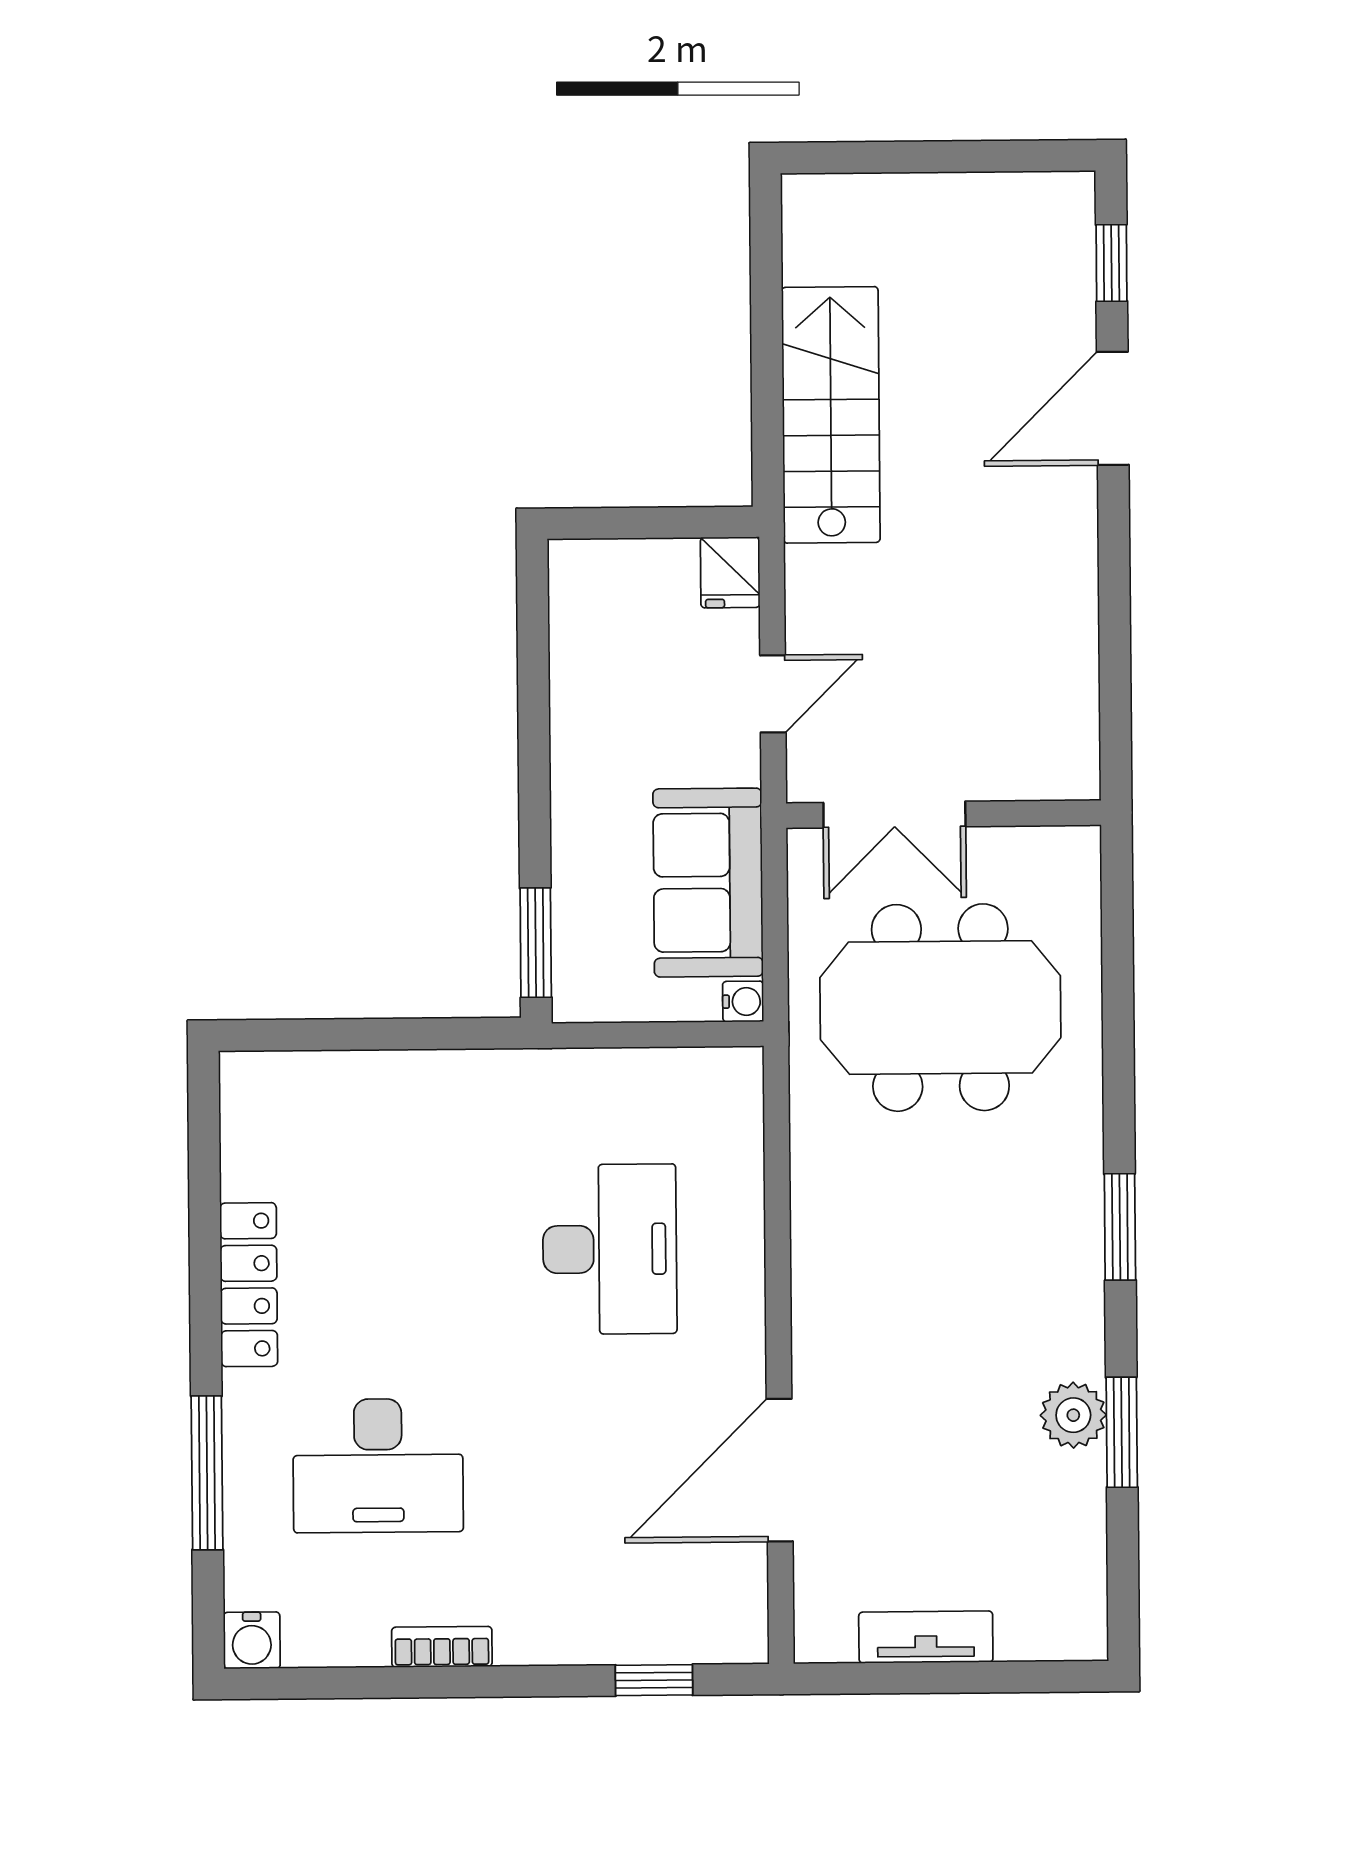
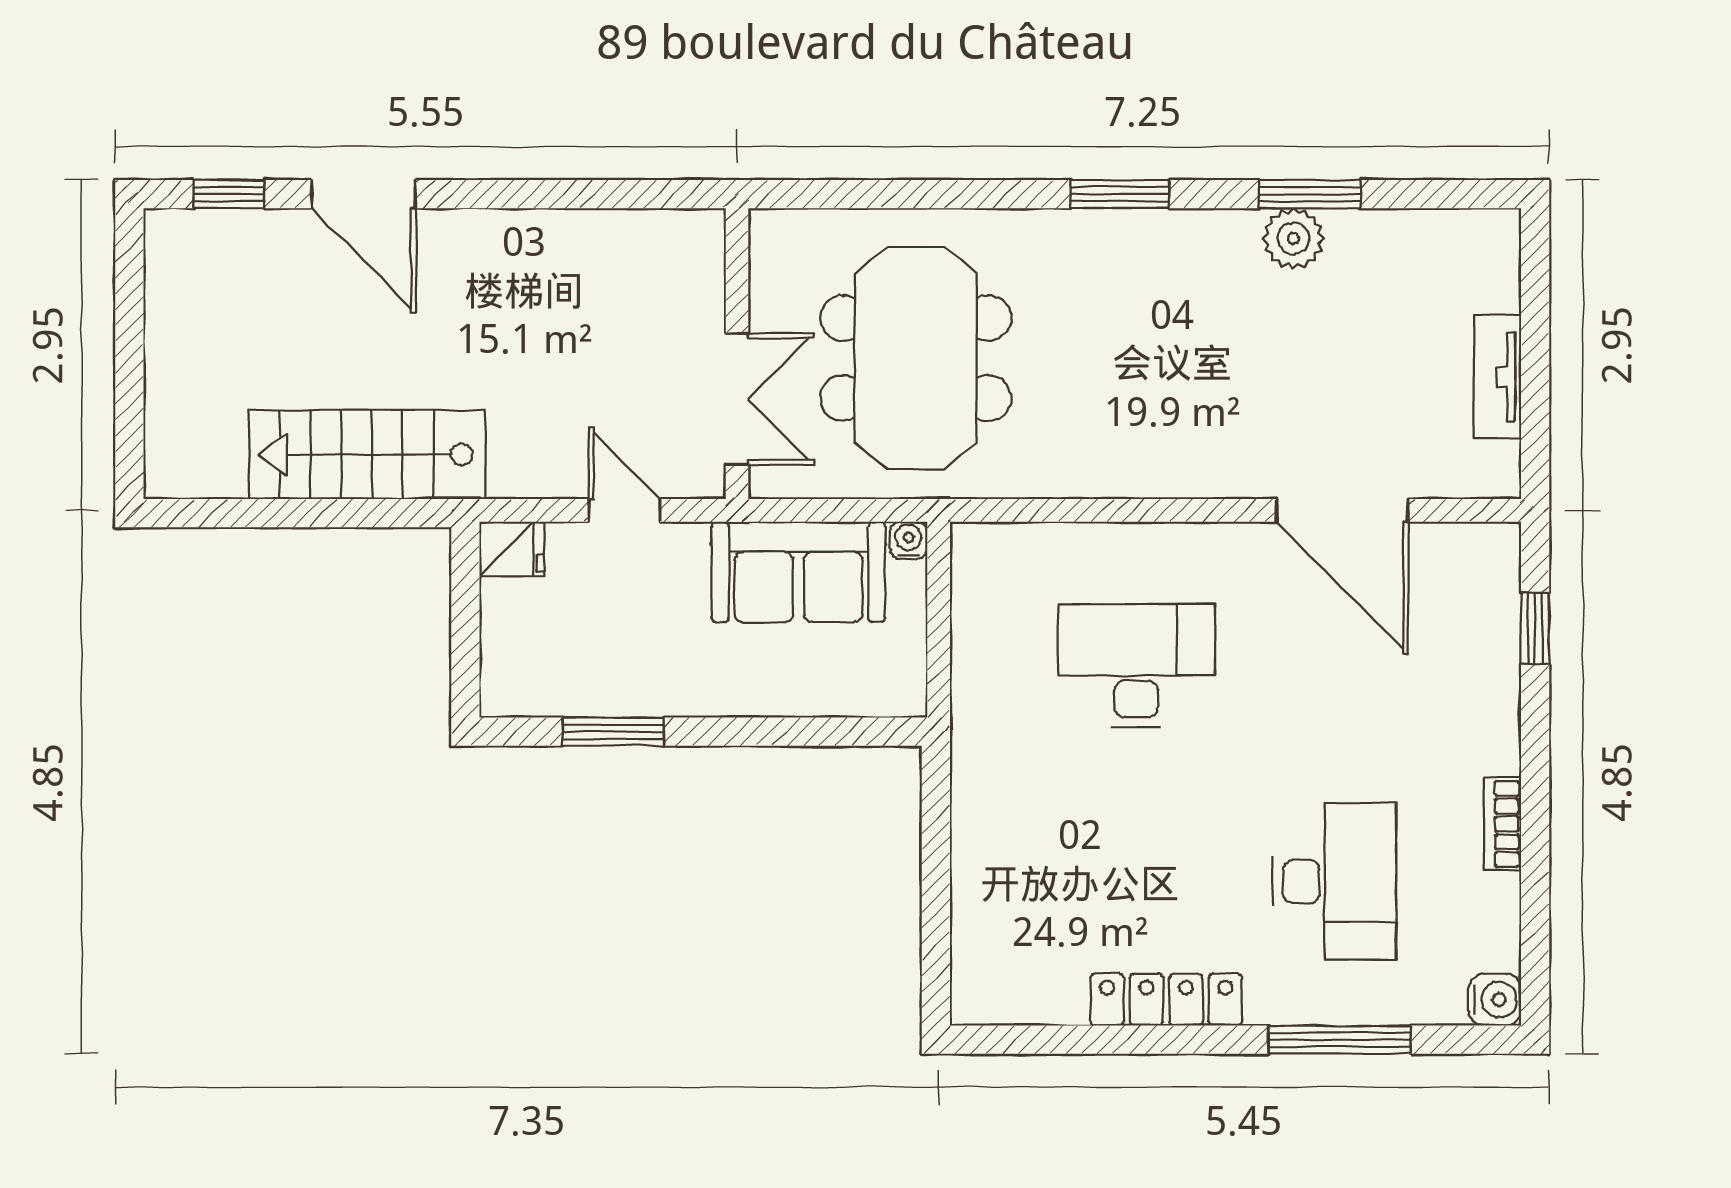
window: (536, 943) -> (613, 732), moved

